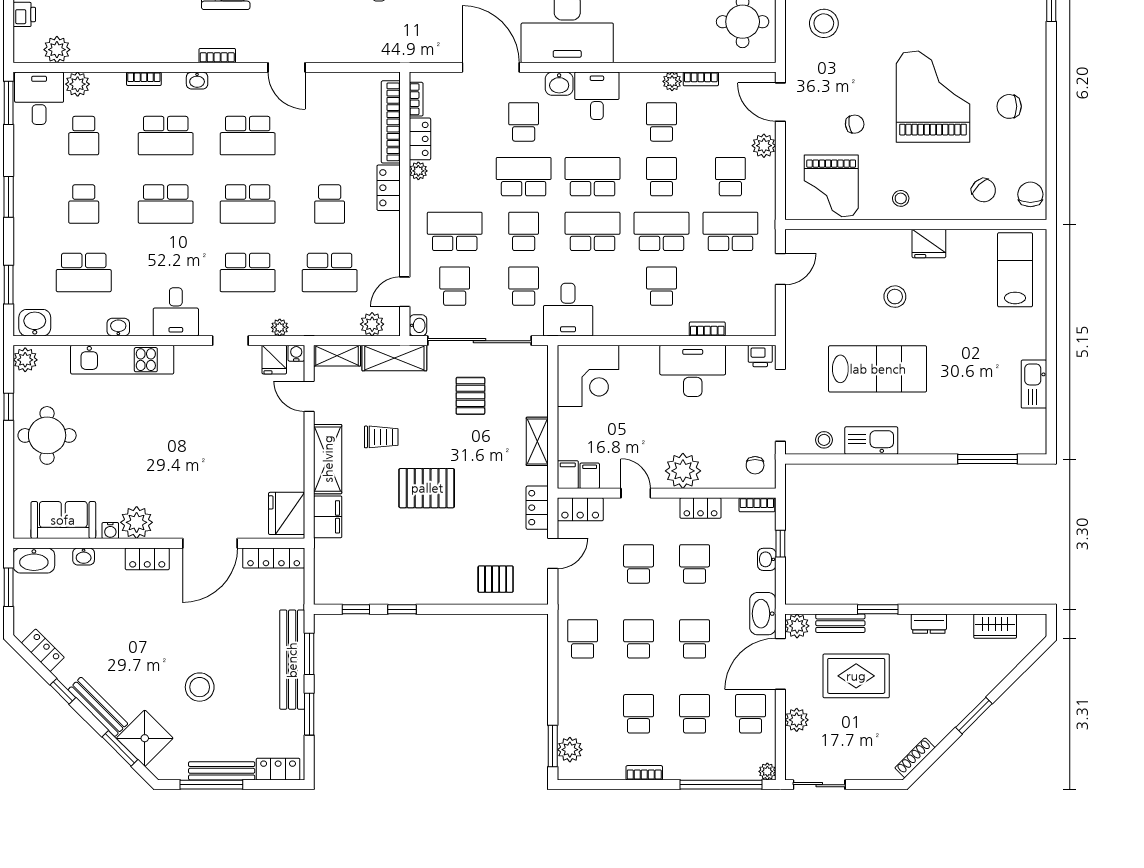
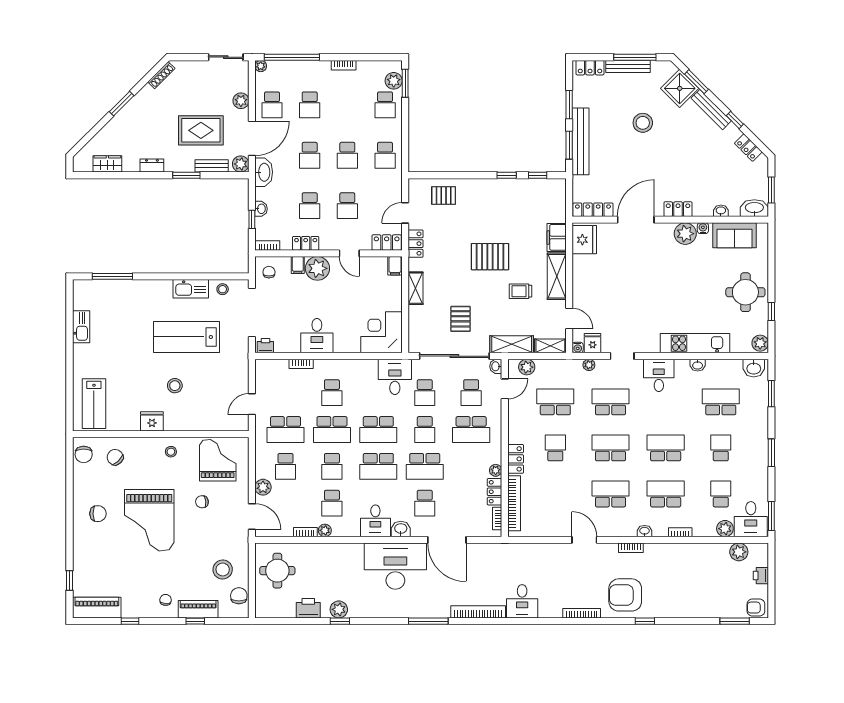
desk: (693, 371) -> (317, 336), width x0.73
filing cabinet: (590, 476) -> (298, 265), moved
school desk: (639, 714) -> (385, 105), moved

